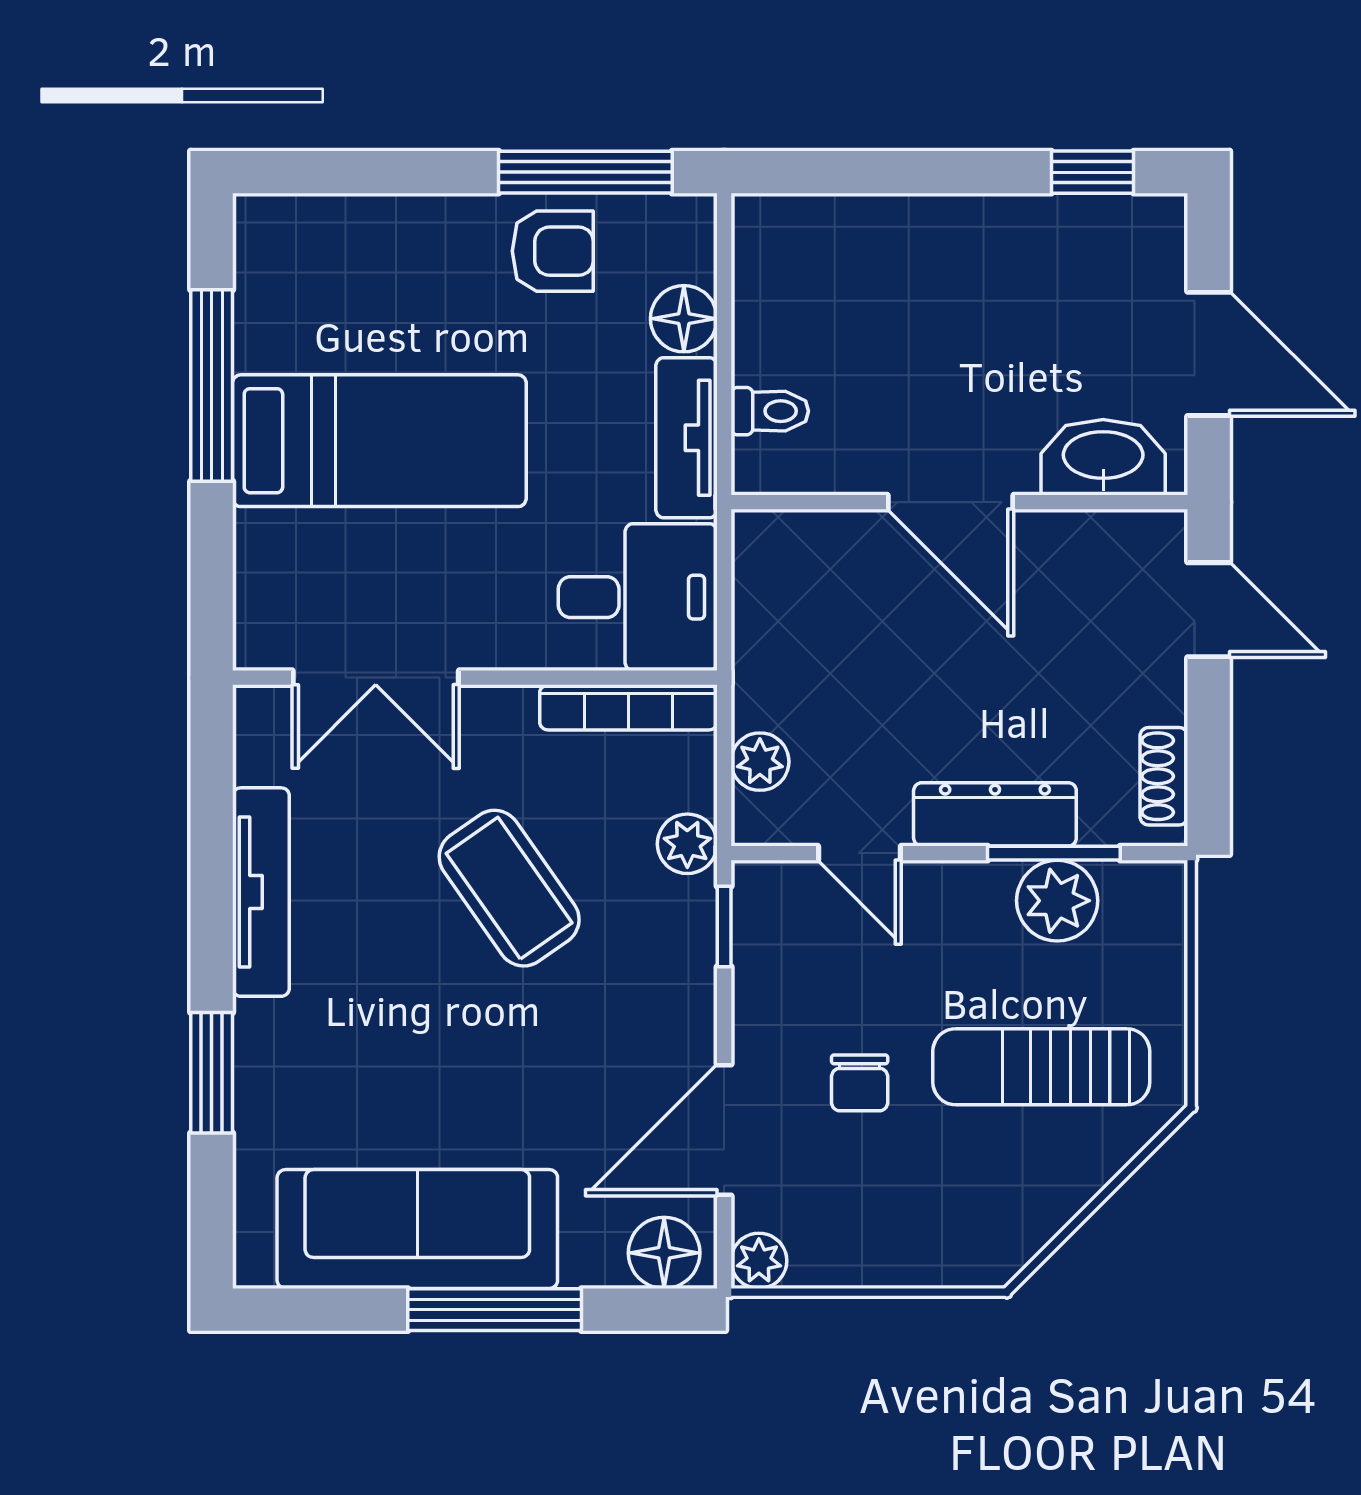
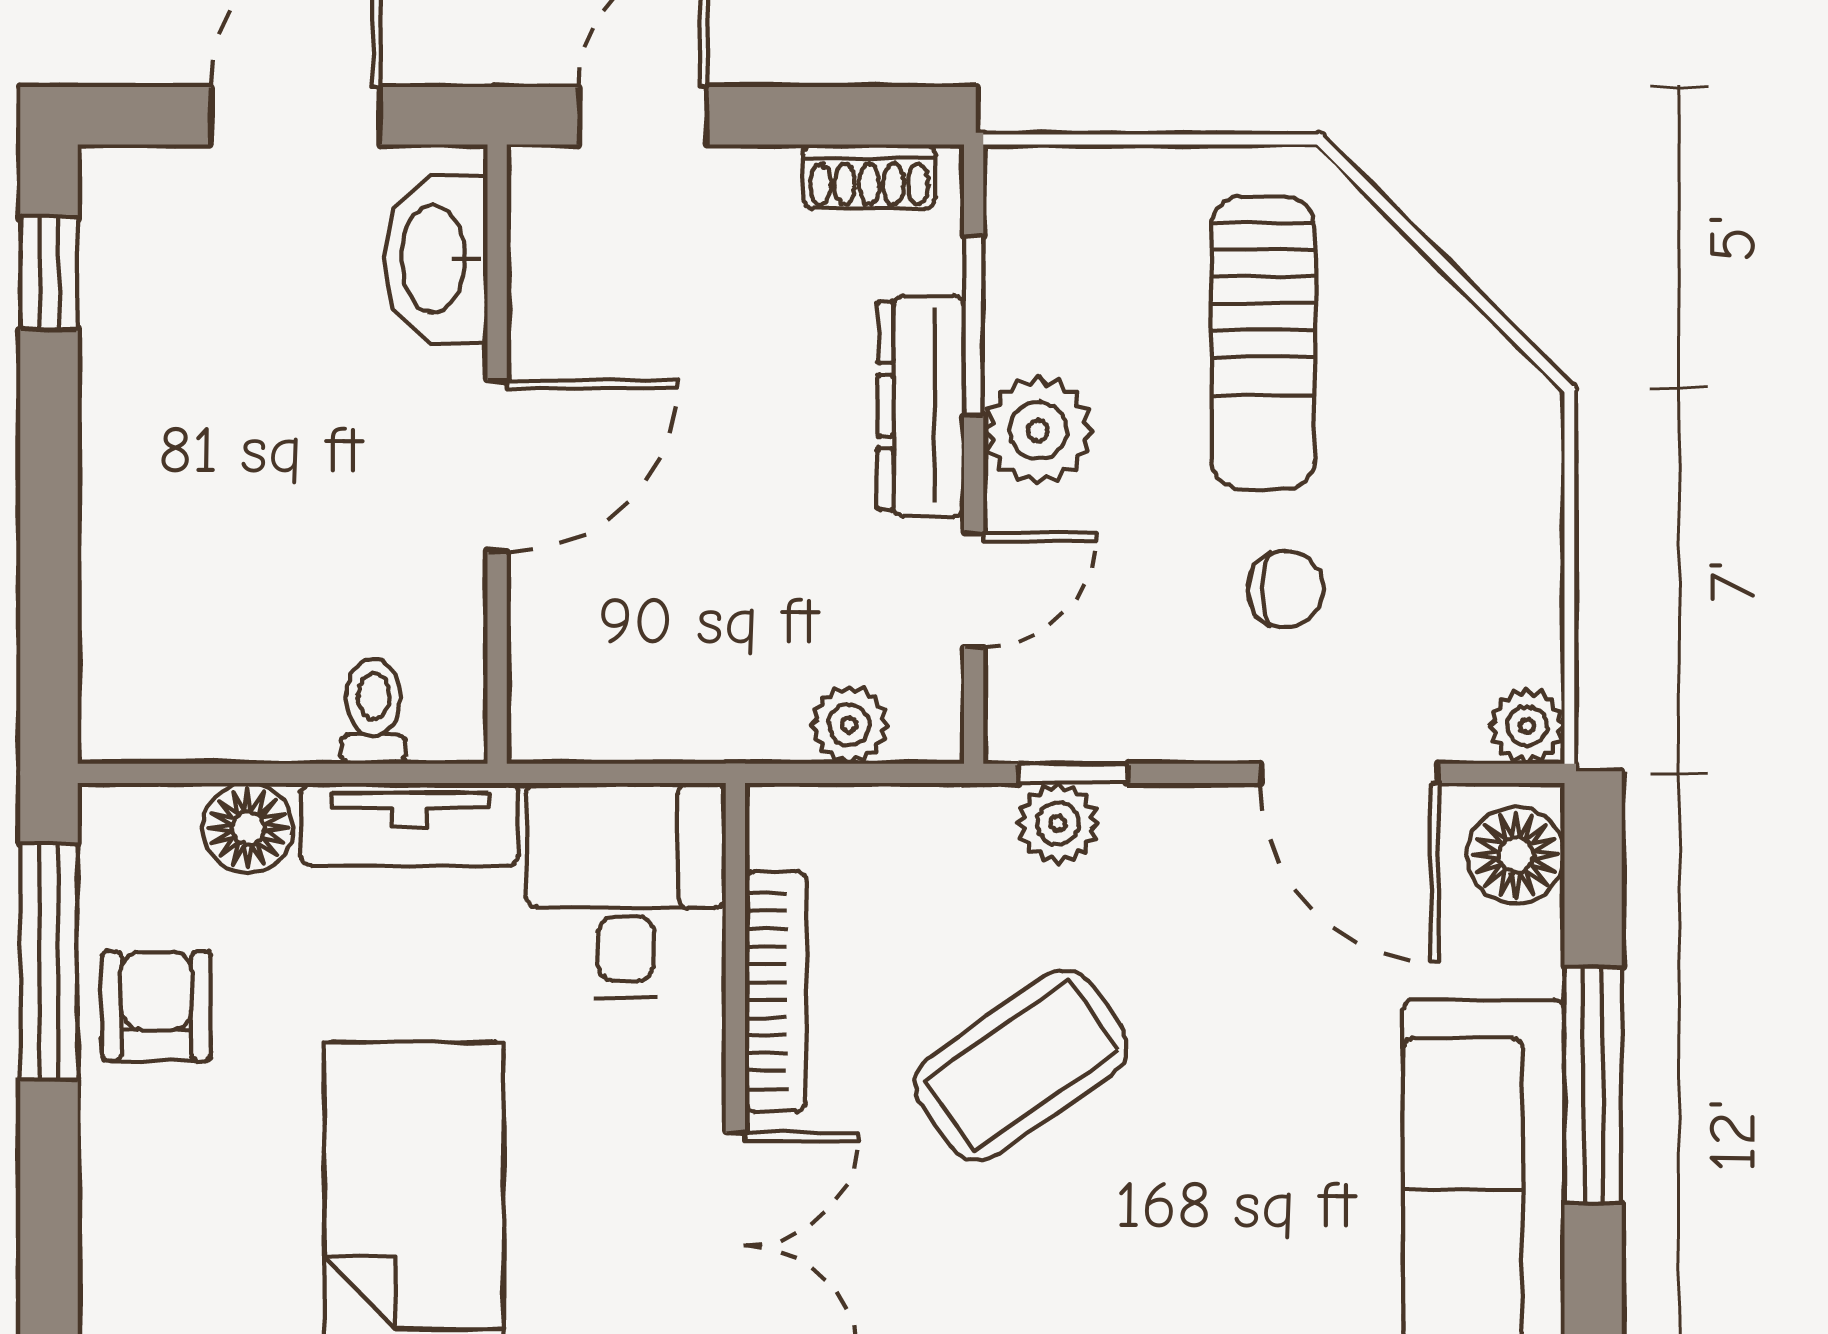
bookcase: (628, 707) -> (776, 991), moved
plant: (687, 844) -> (1058, 823), moved
plant: (1057, 901) -> (1038, 431), moved

